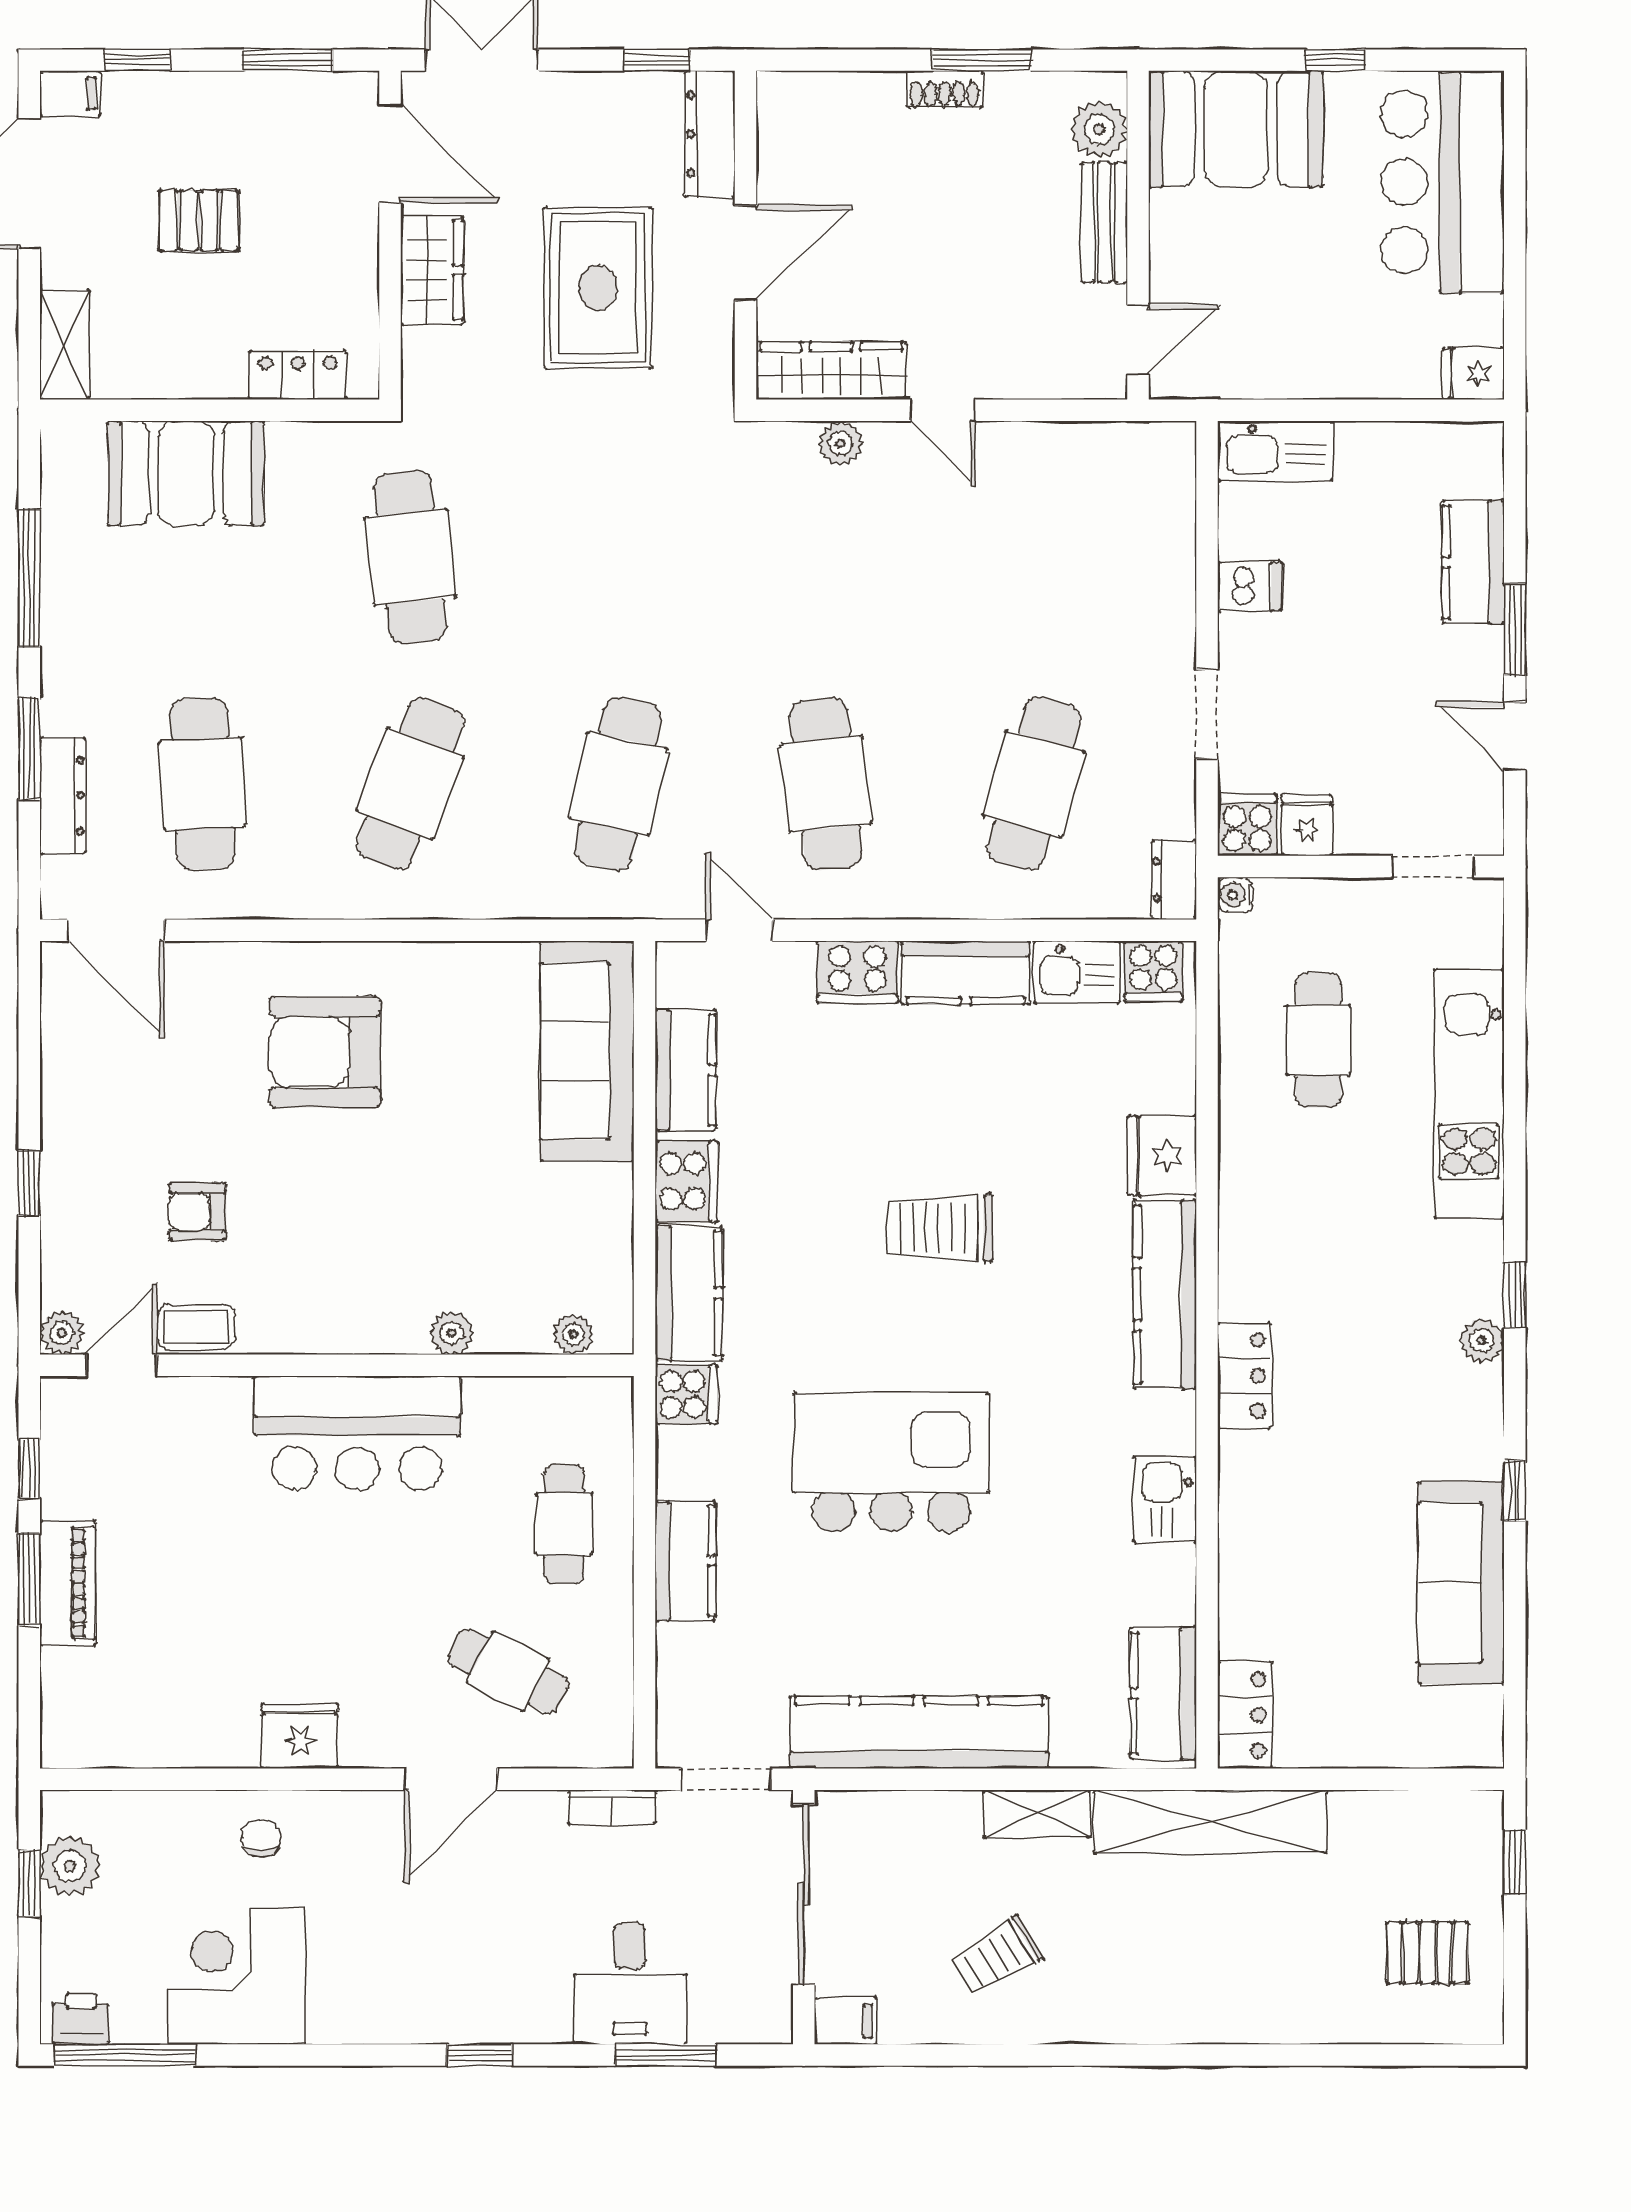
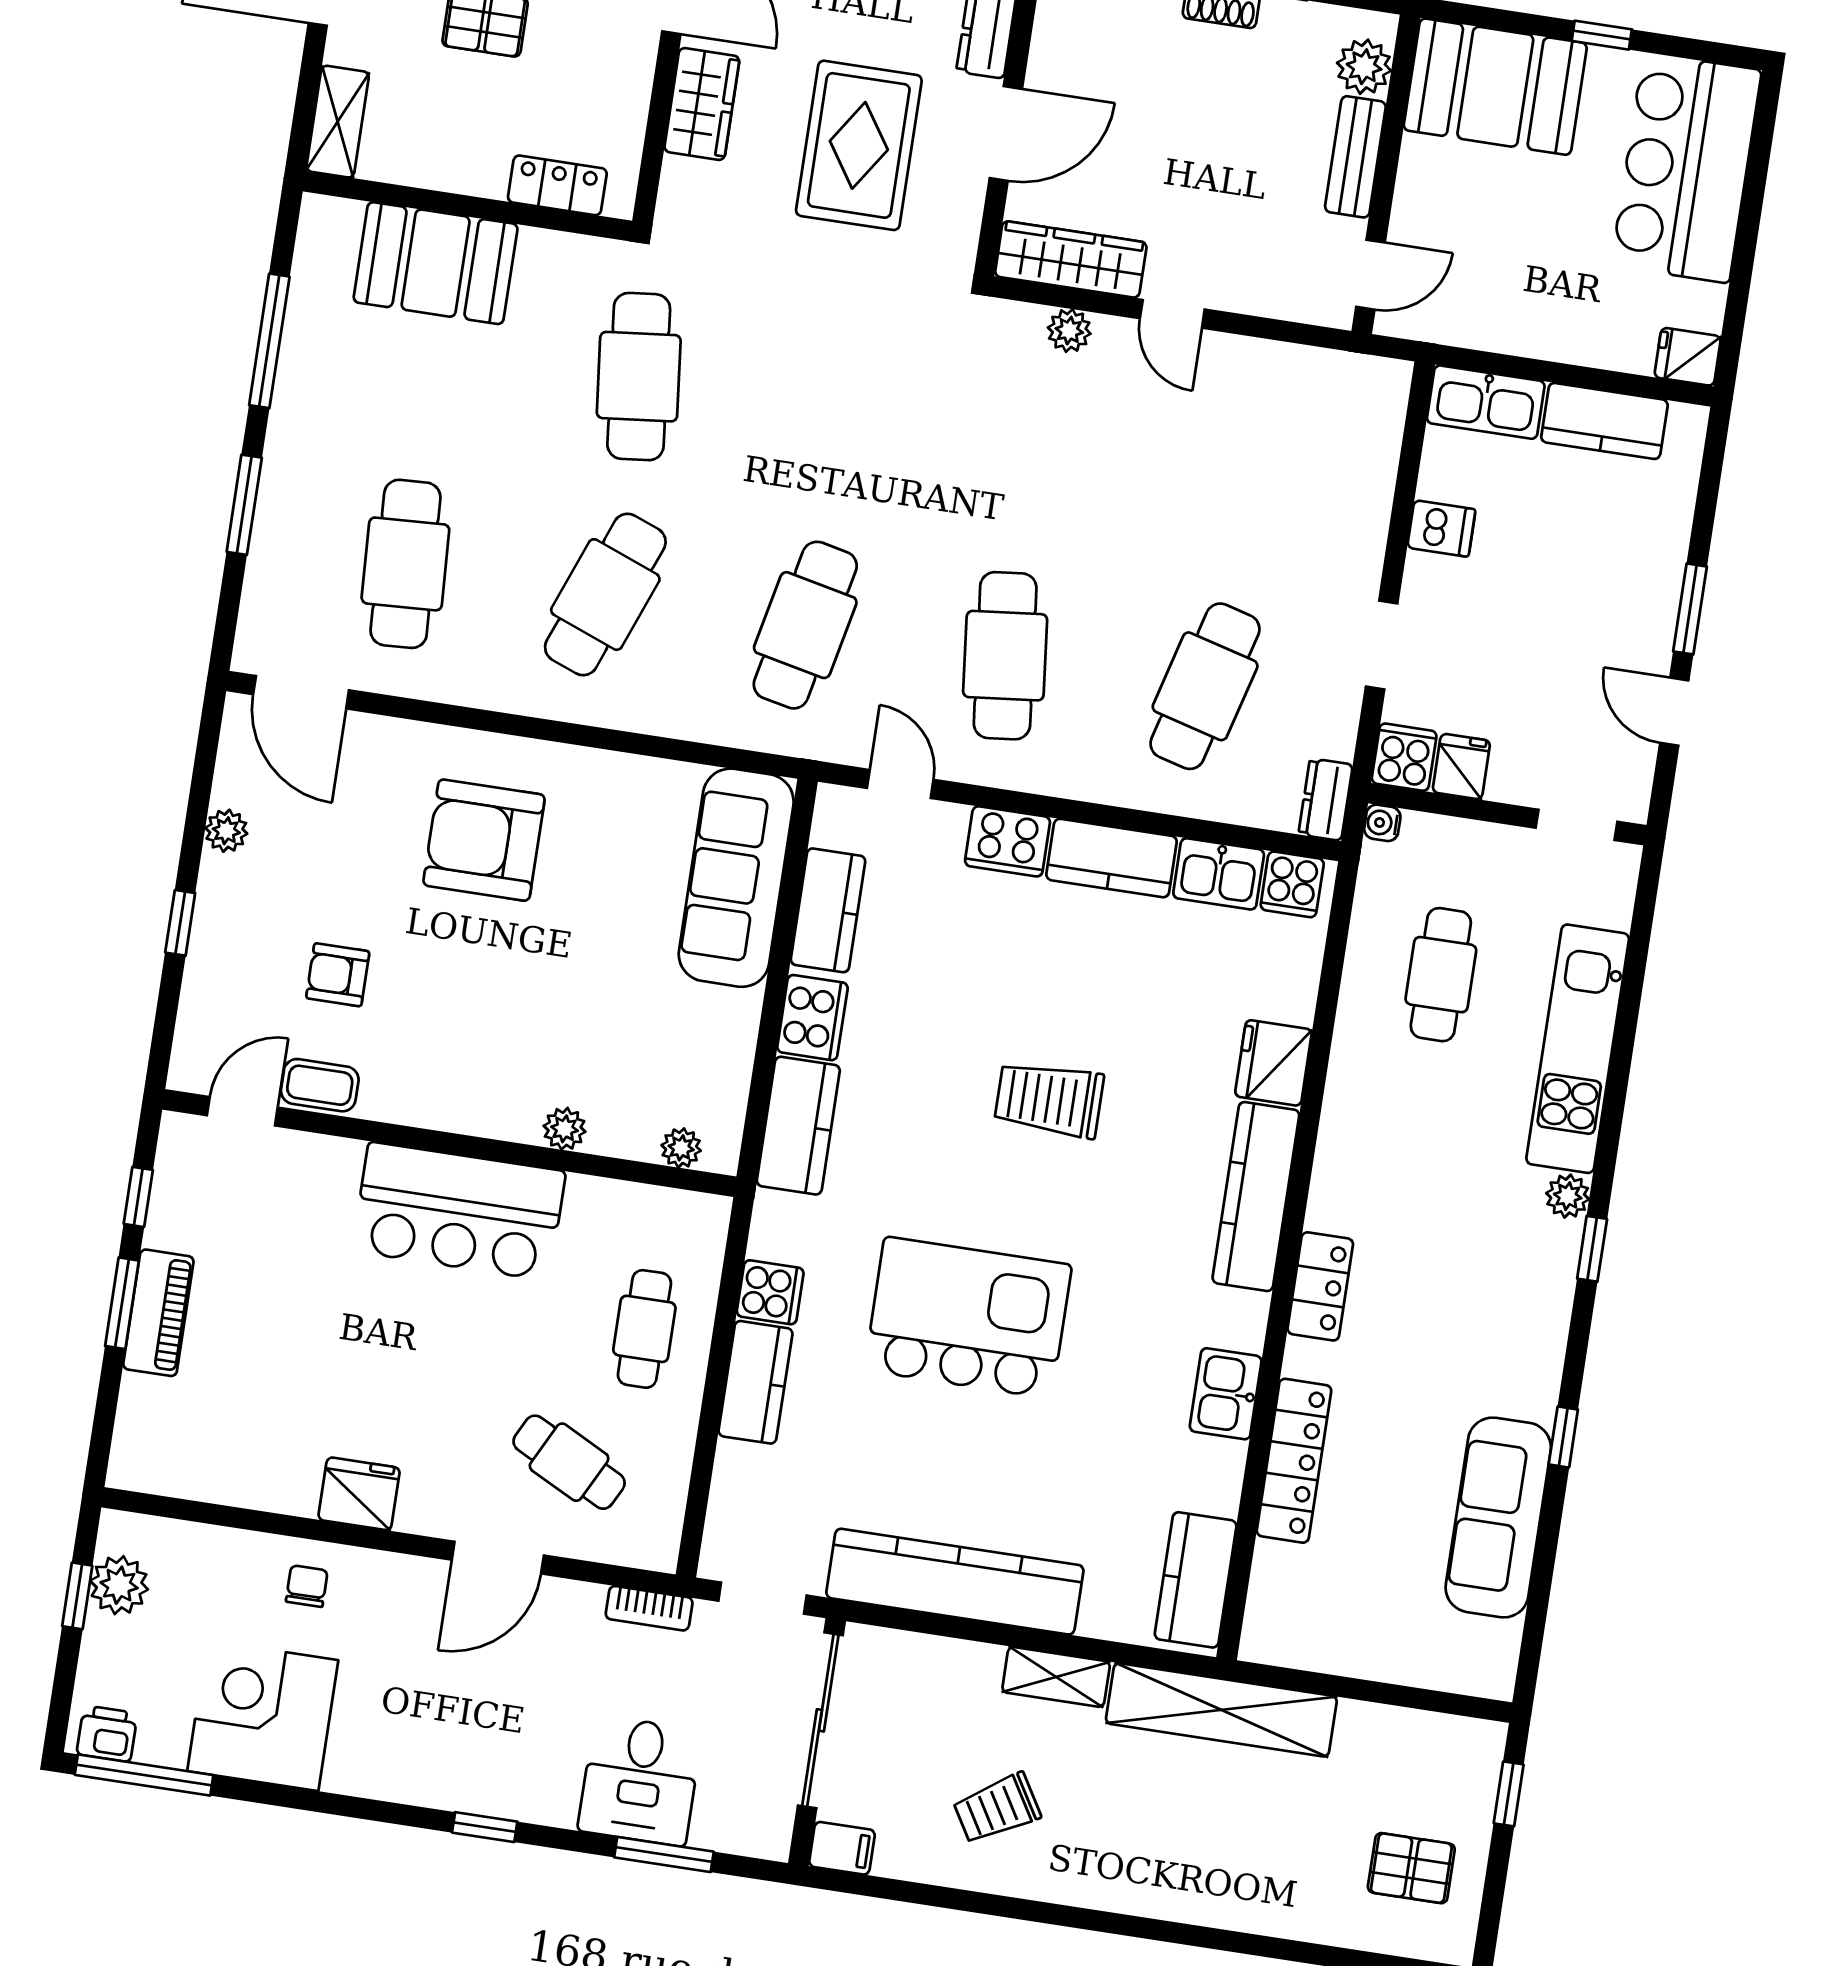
kitchen counter: (1473, 562) -> (1604, 421), moved, turned -90
dresser: (63, 796) -> (269, 555), removed
plant: (62, 1333) -> (226, 831), moved
plant: (1482, 1341) -> (1568, 1196), moved
cooker: (686, 1394) -> (770, 1292), moved
locker: (1245, 1715) -> (1294, 1461), moved, width x1.53

